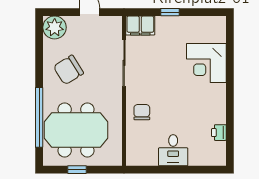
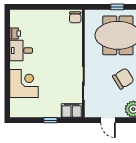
chair: (142, 112) -> (75, 17), moved
desk: (173, 150) -> (21, 51), moved, turned -90

